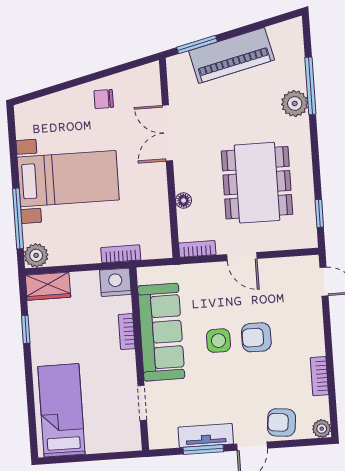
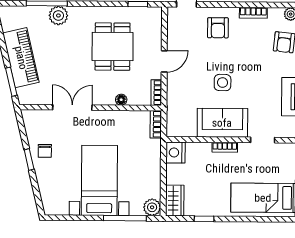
window: (90, 78) -> (29, 160), added
double door: (167, 133) -> (72, 107), swing flipped
dining table: (257, 183) -> (113, 47), width x0.73
bookcase: (121, 254) -> (156, 124), moved
bookcase: (127, 332) -> (225, 147), moved
sofa: (161, 332) -> (222, 123), width x0.73
armchair: (256, 337) -> (218, 28), moved

